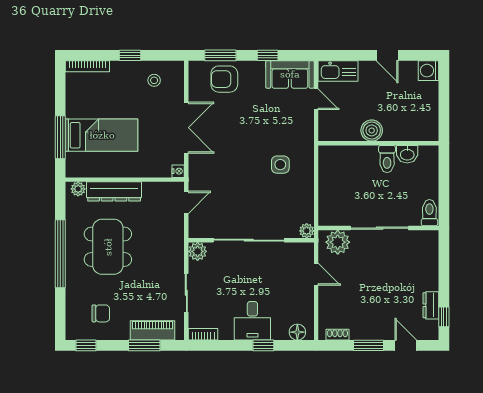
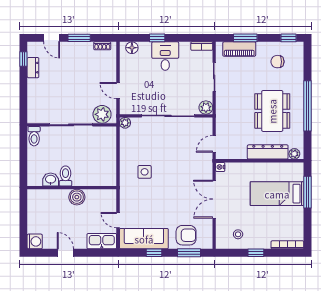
sofa: (290, 74) -> (144, 239), width x1.36

